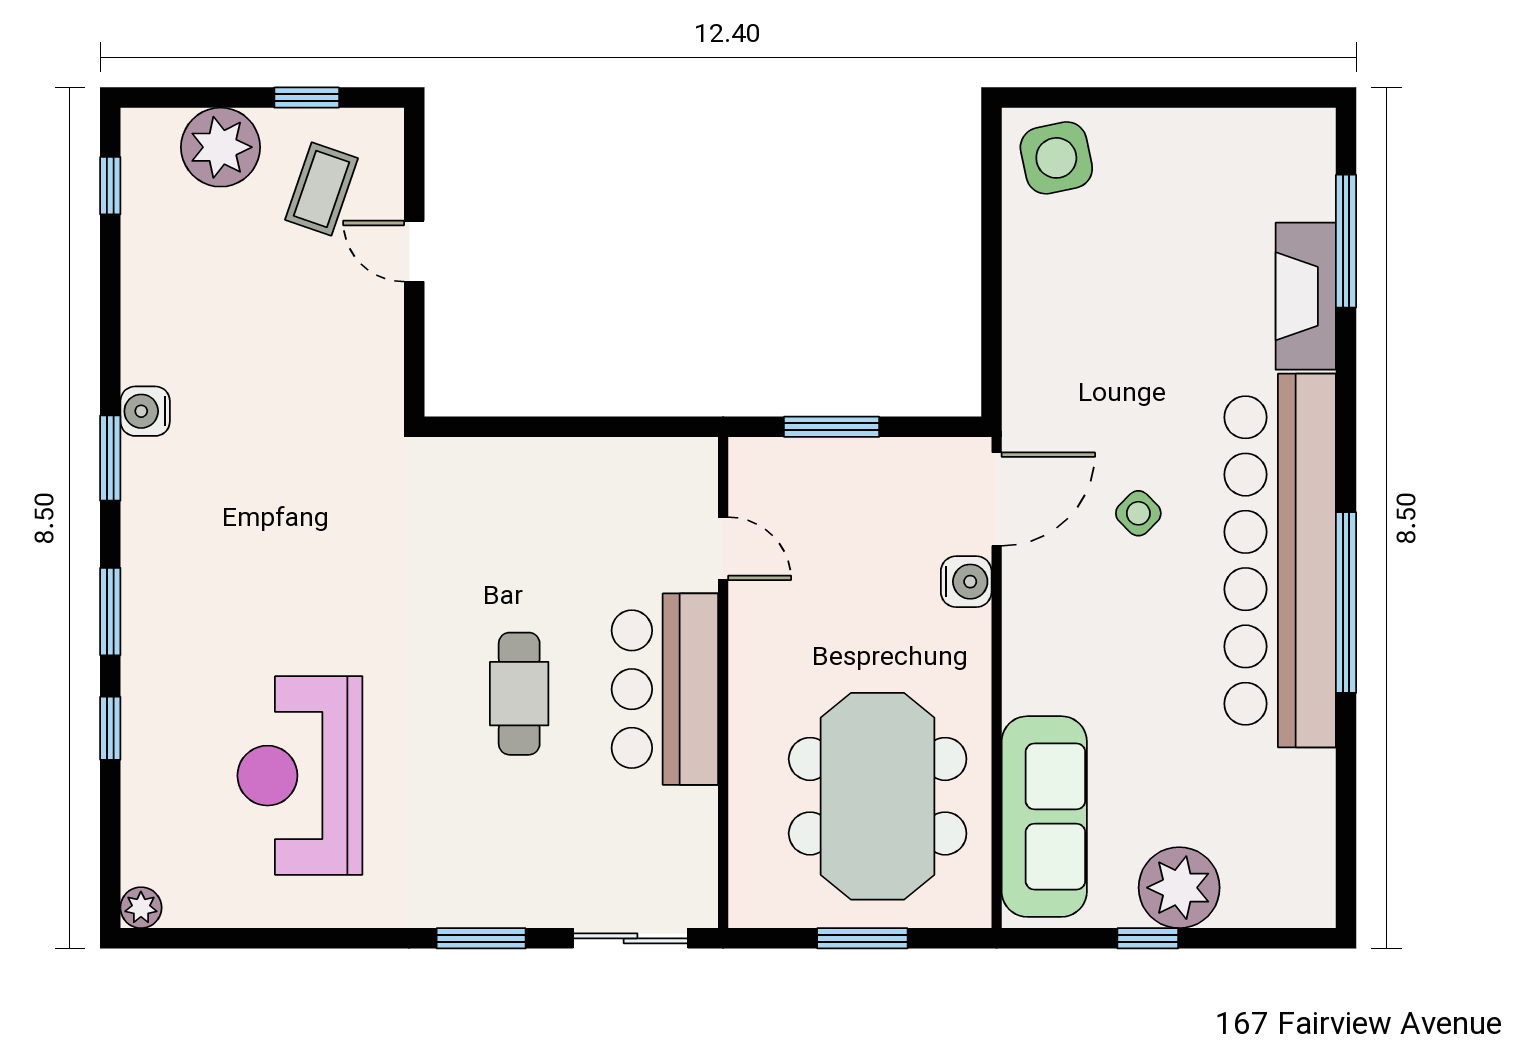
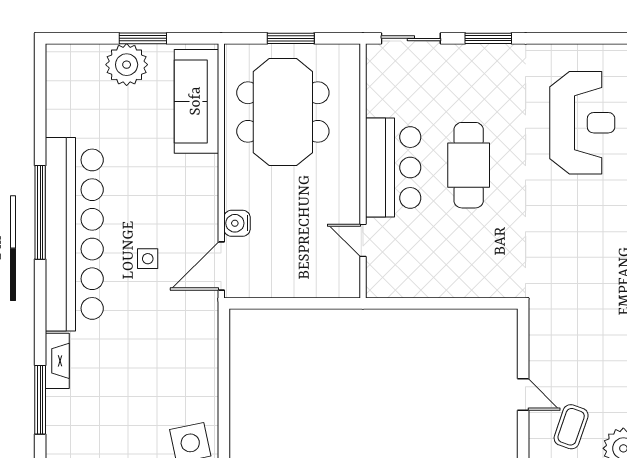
fireplace: (1306, 296) -> (57, 361), width x0.73, depth x0.76
window: (832, 427) -> (307, 303), removed
side table: (1138, 513) -> (148, 259), turned 45
cafe table: (519, 694) -> (469, 165), width x1.37, depth x1.35
window: (1148, 938) -> (143, 38), width x1.50

